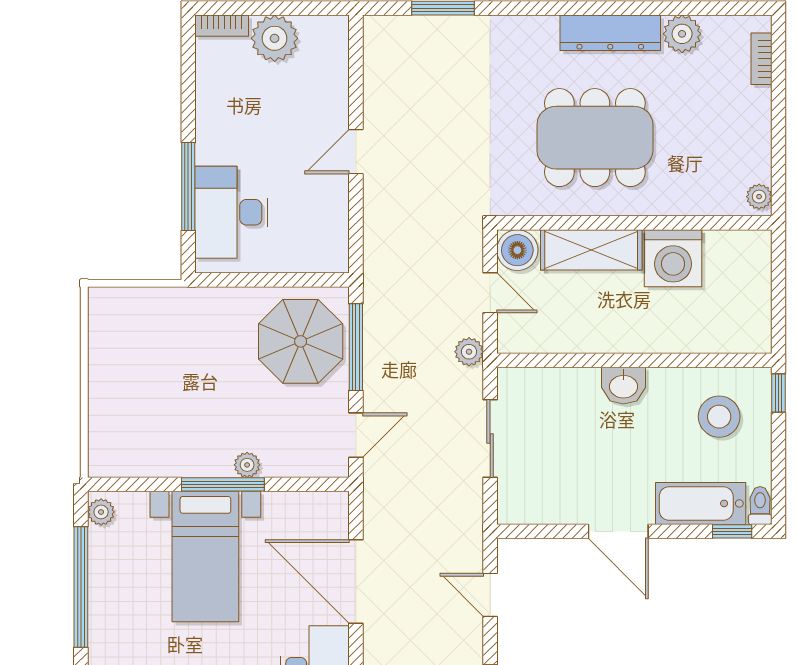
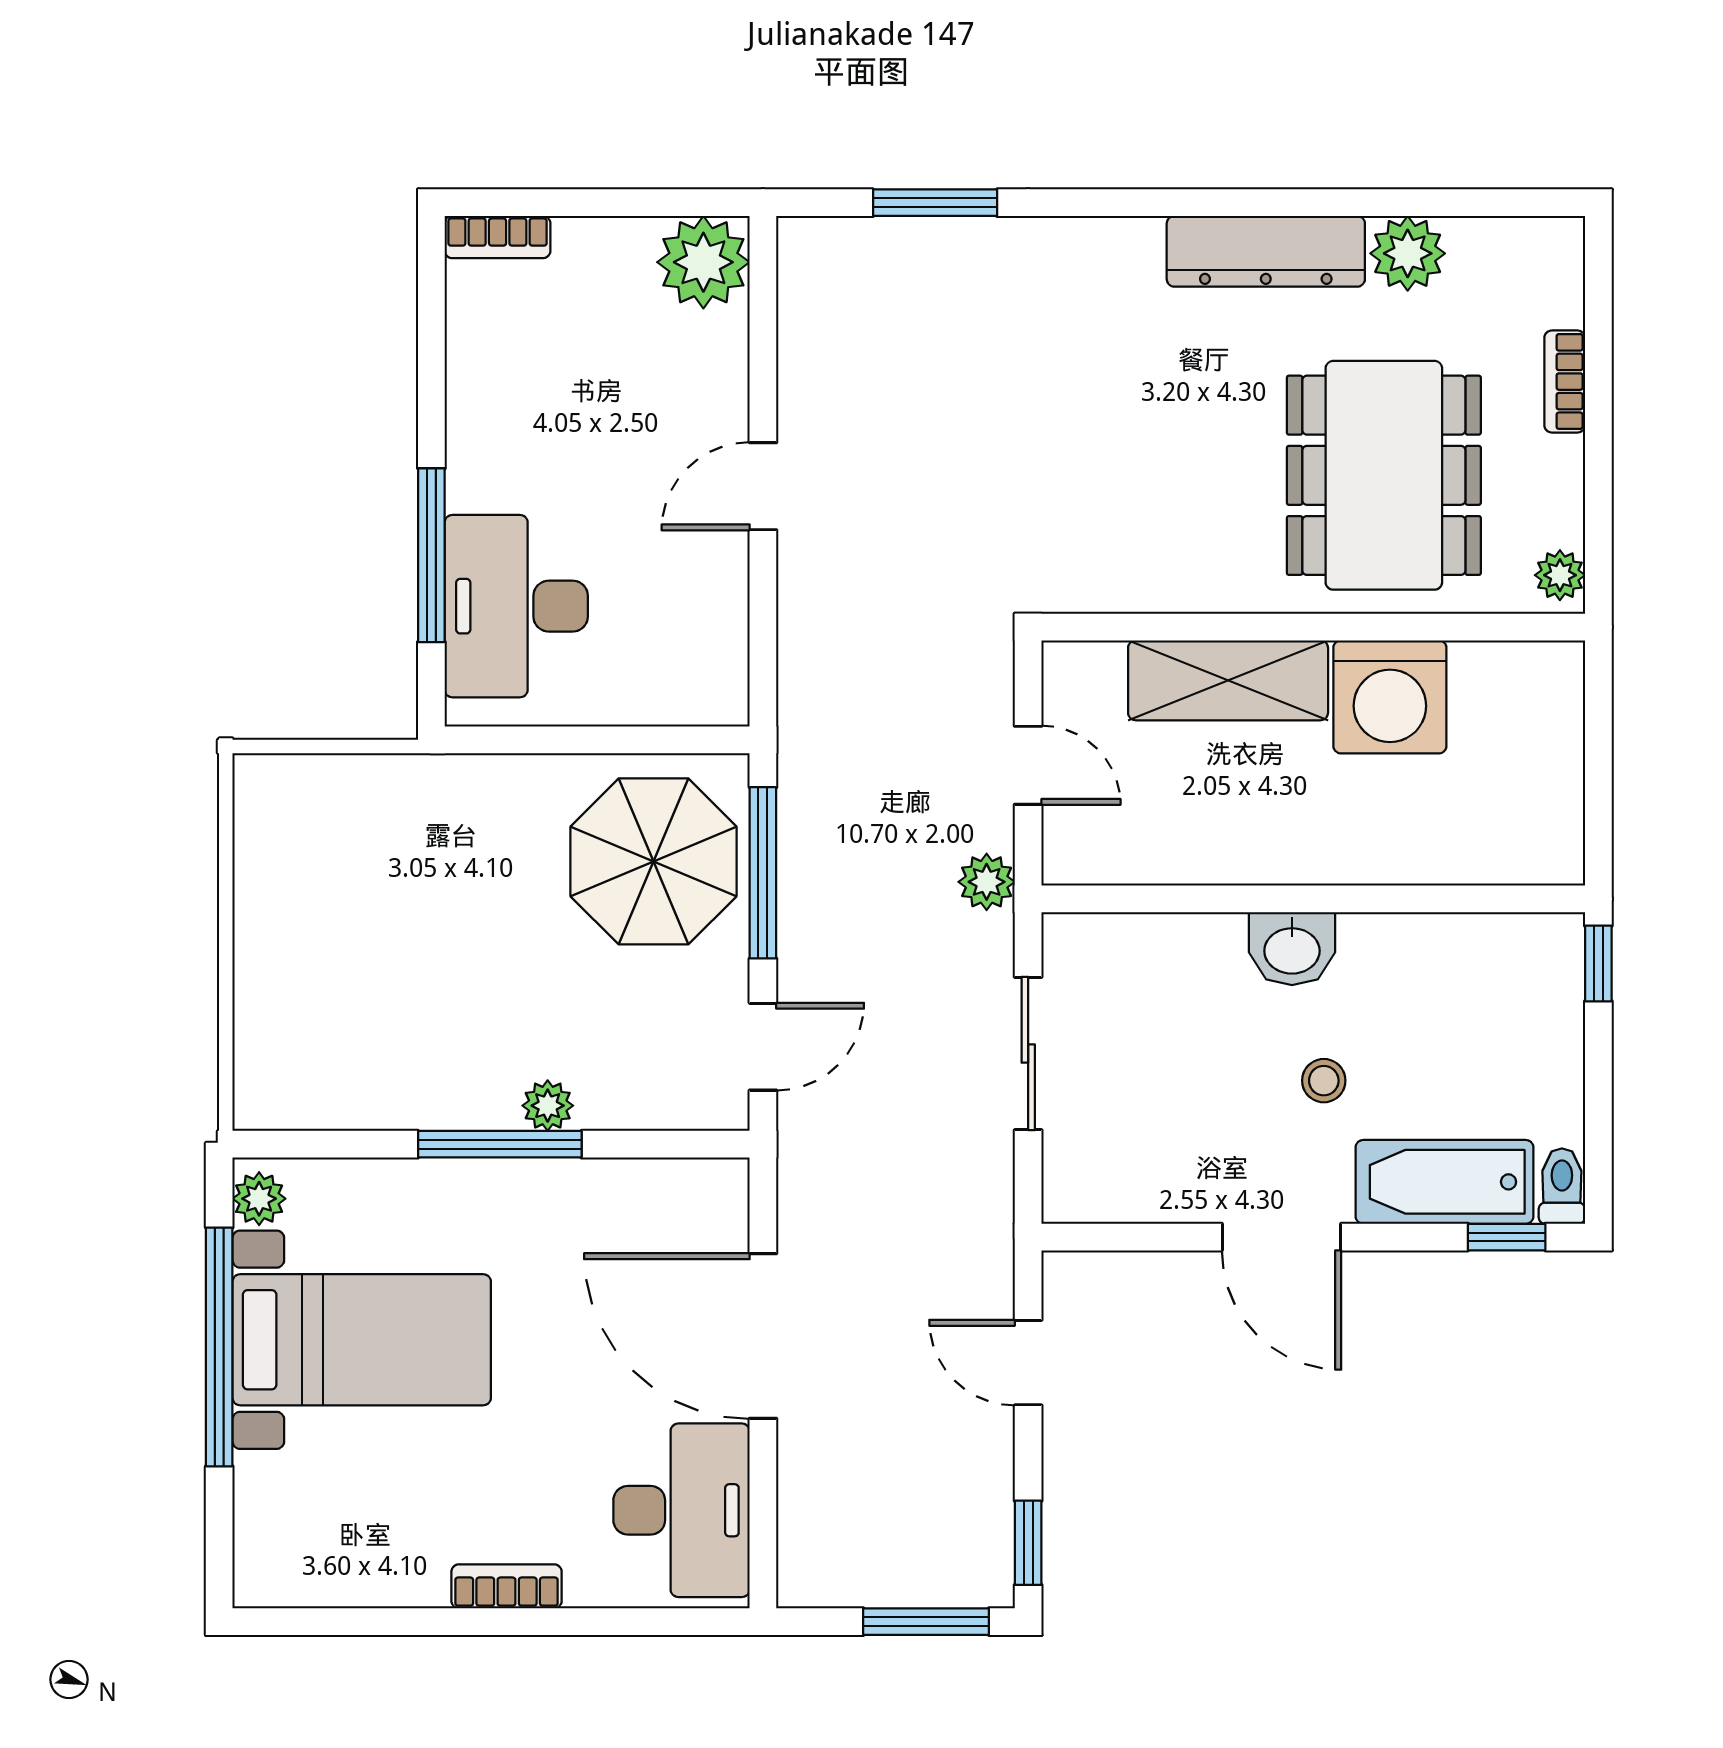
plant: (275, 38) -> (703, 262), moved
bookcase: (761, 59) -> (1565, 382), moved
dining table: (595, 138) -> (1384, 475), moved, turned 90
boiler: (517, 250) -> (1082, 681), removed
stool: (719, 417) -> (1324, 1081), moved, width x0.53, depth x0.53
bed with nightstands: (205, 557) -> (362, 1340), moved, turned -90

